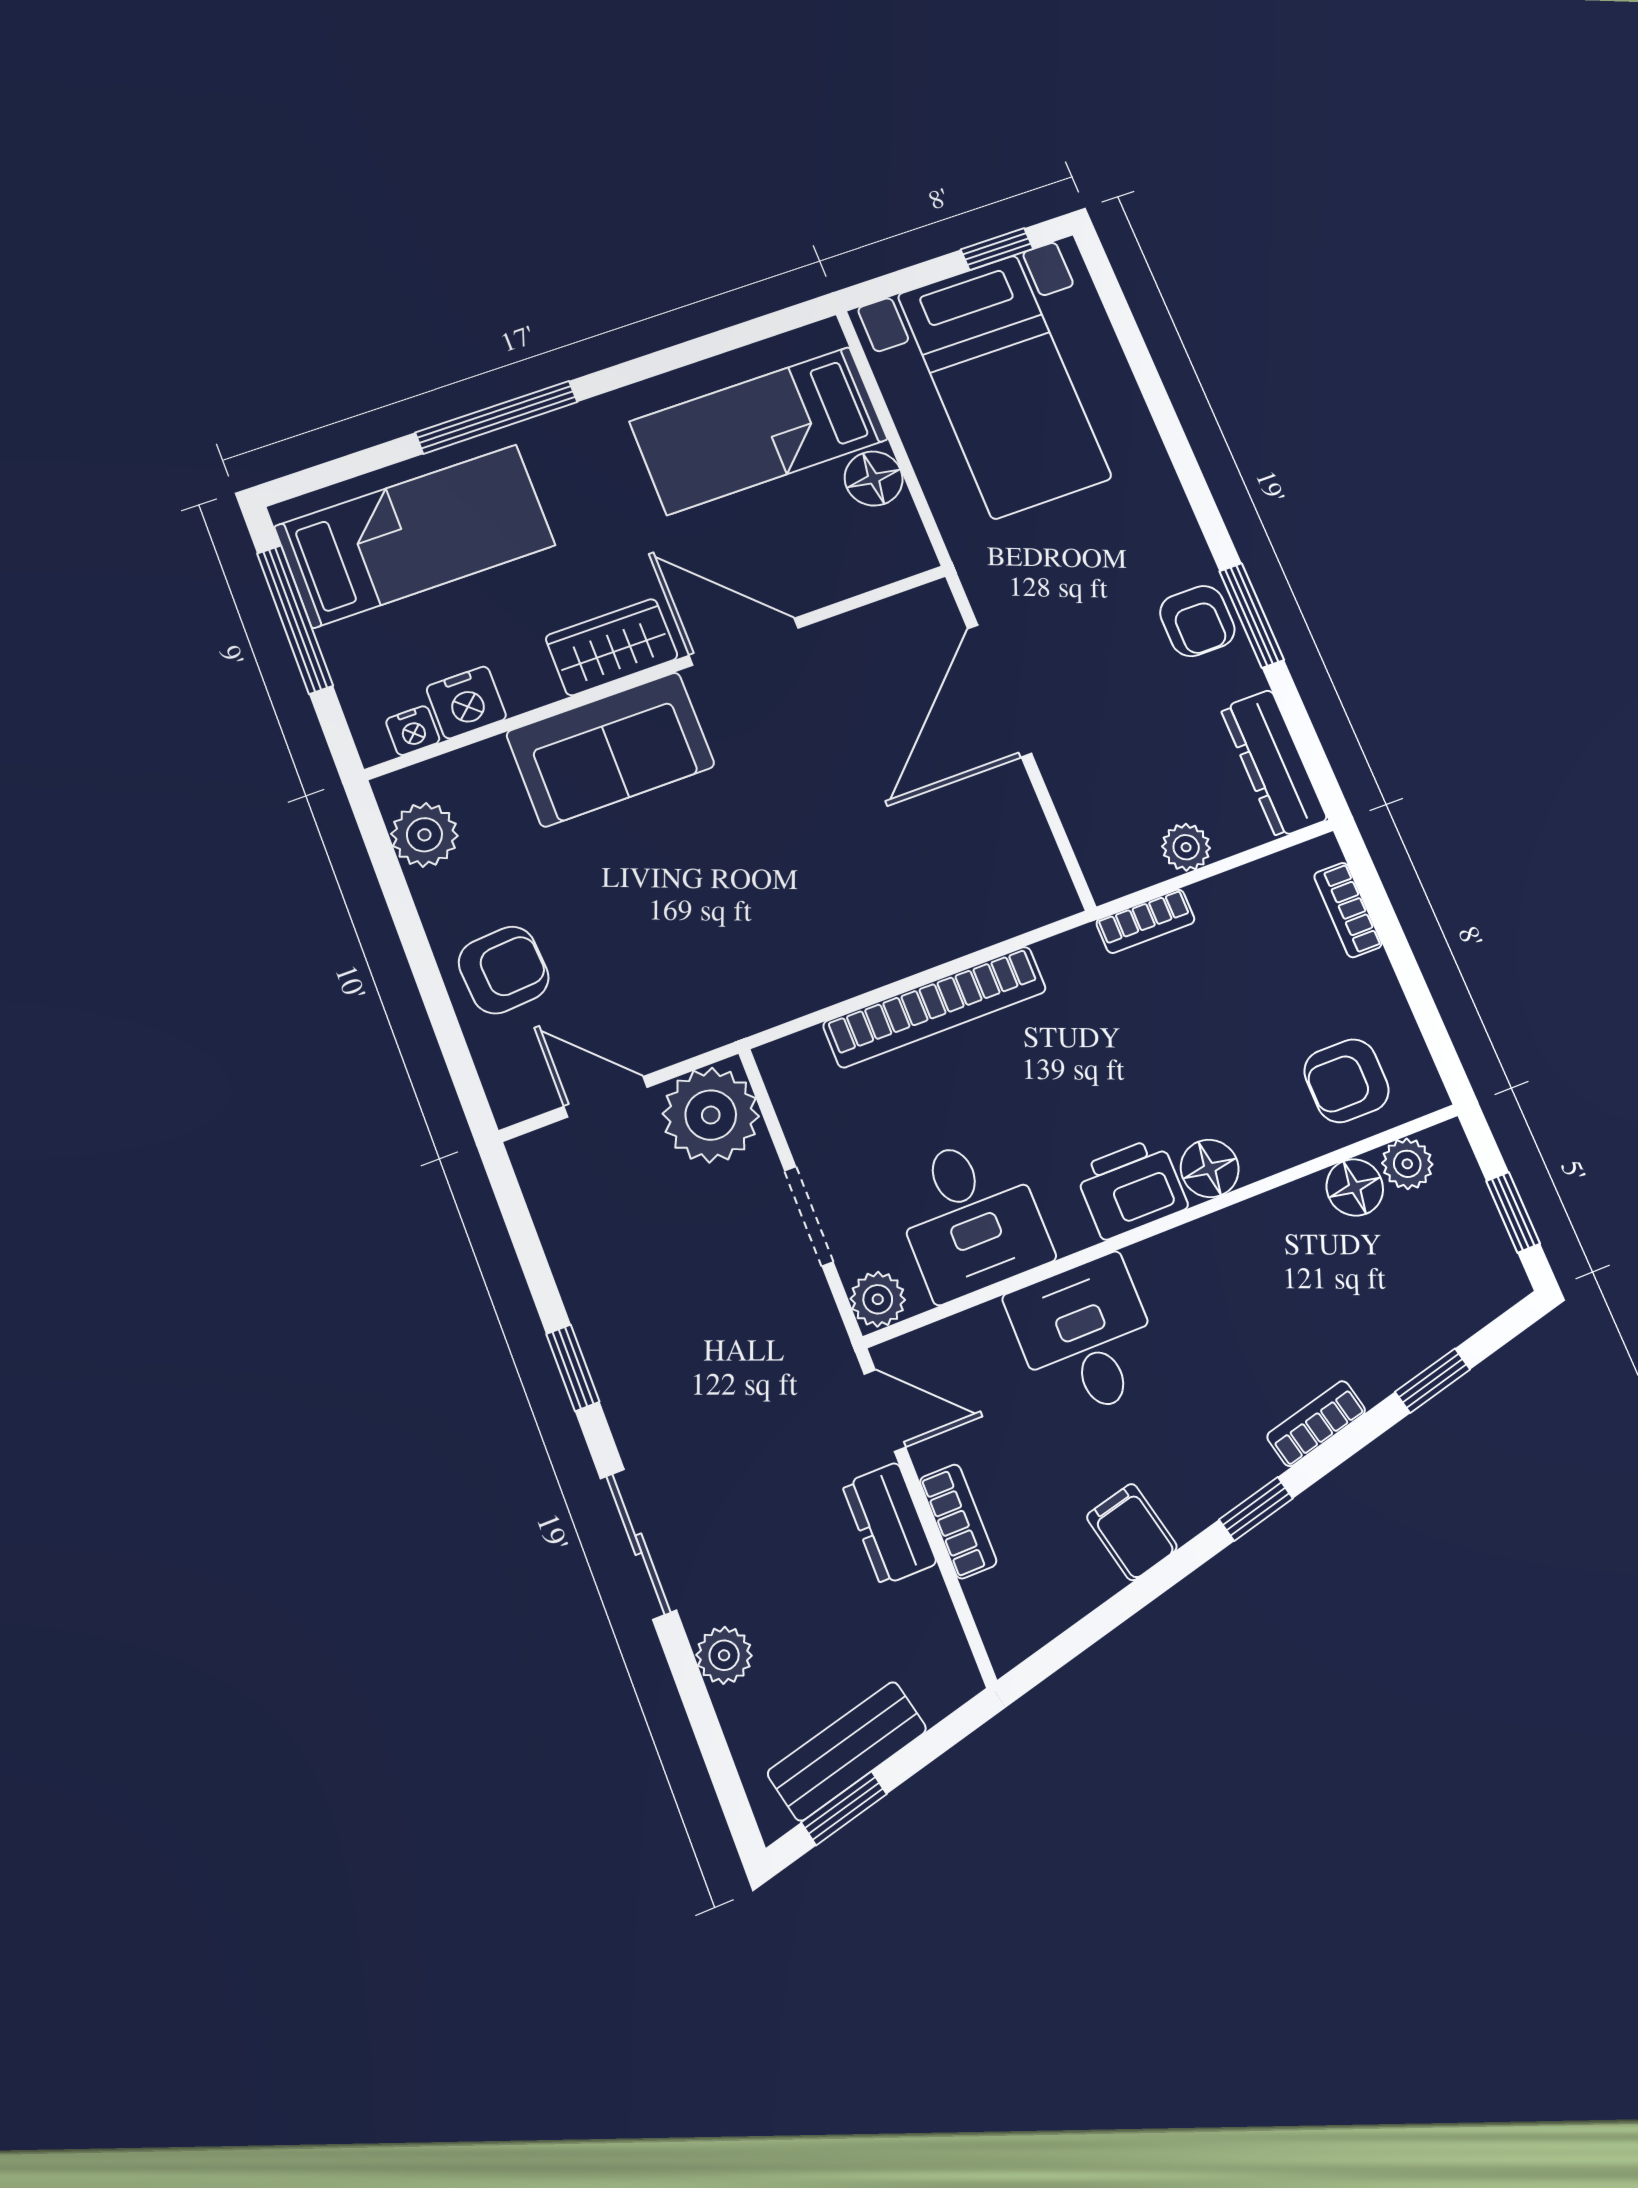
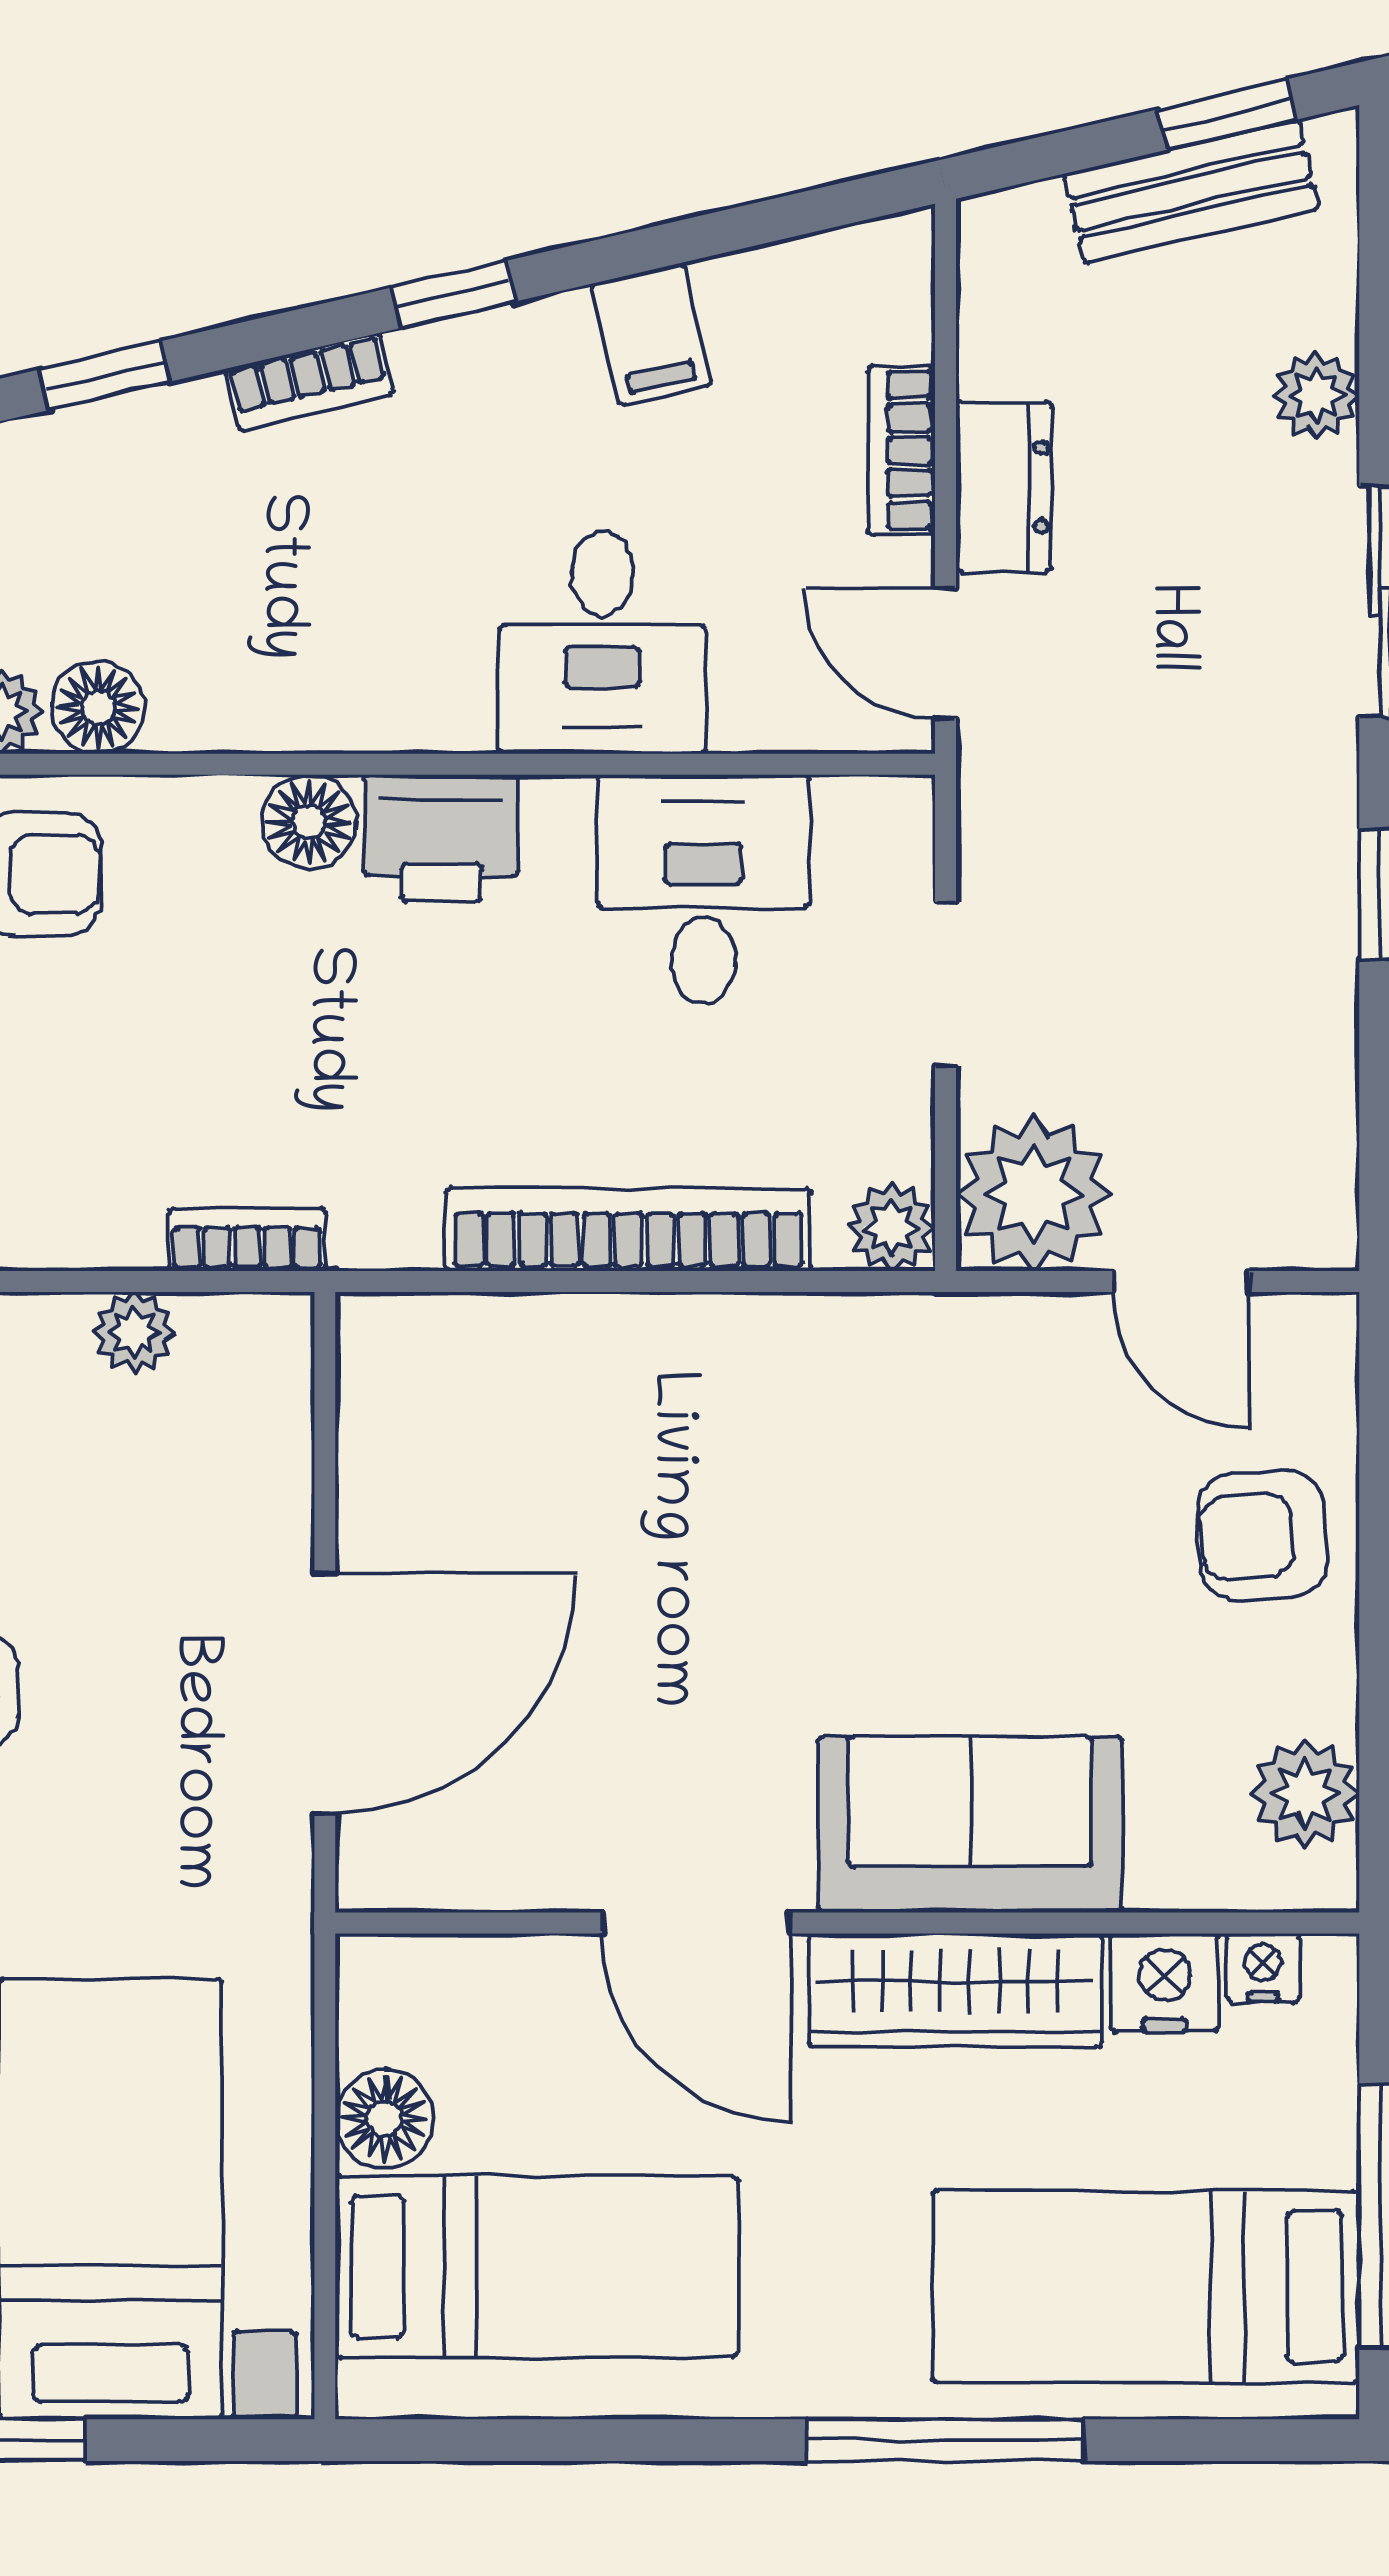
wardrobe: (612, 647) -> (955, 1990), width x1.50
plant: (878, 1299) -> (891, 1227), moved

